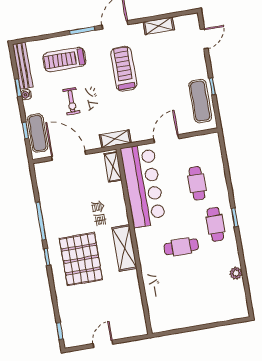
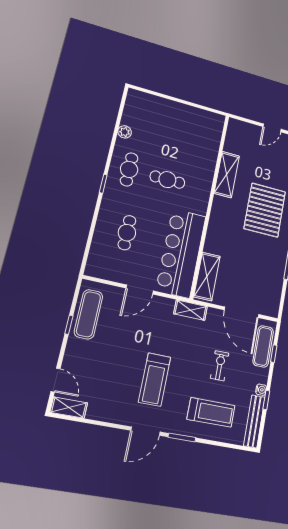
shelving: (159, 26) -> (69, 408), moved
door: (204, 39) -> (55, 380), swing flipped
shelving: (113, 167) -> (207, 276), width x1.50, depth x1.33
cafe table: (215, 224) -> (129, 169), moved
shelving: (124, 248) -> (227, 175), moved

